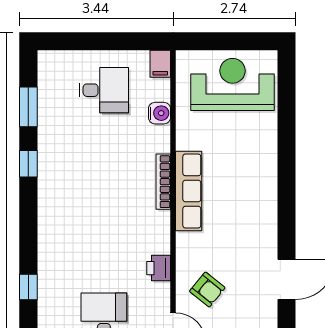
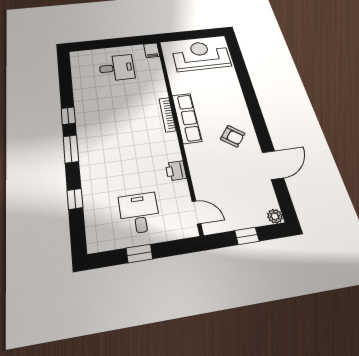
window: (28, 107) -> (71, 149), moved
water cooler: (159, 113) -> (157, 76), removed
armchair: (207, 289) -> (233, 136), moved

